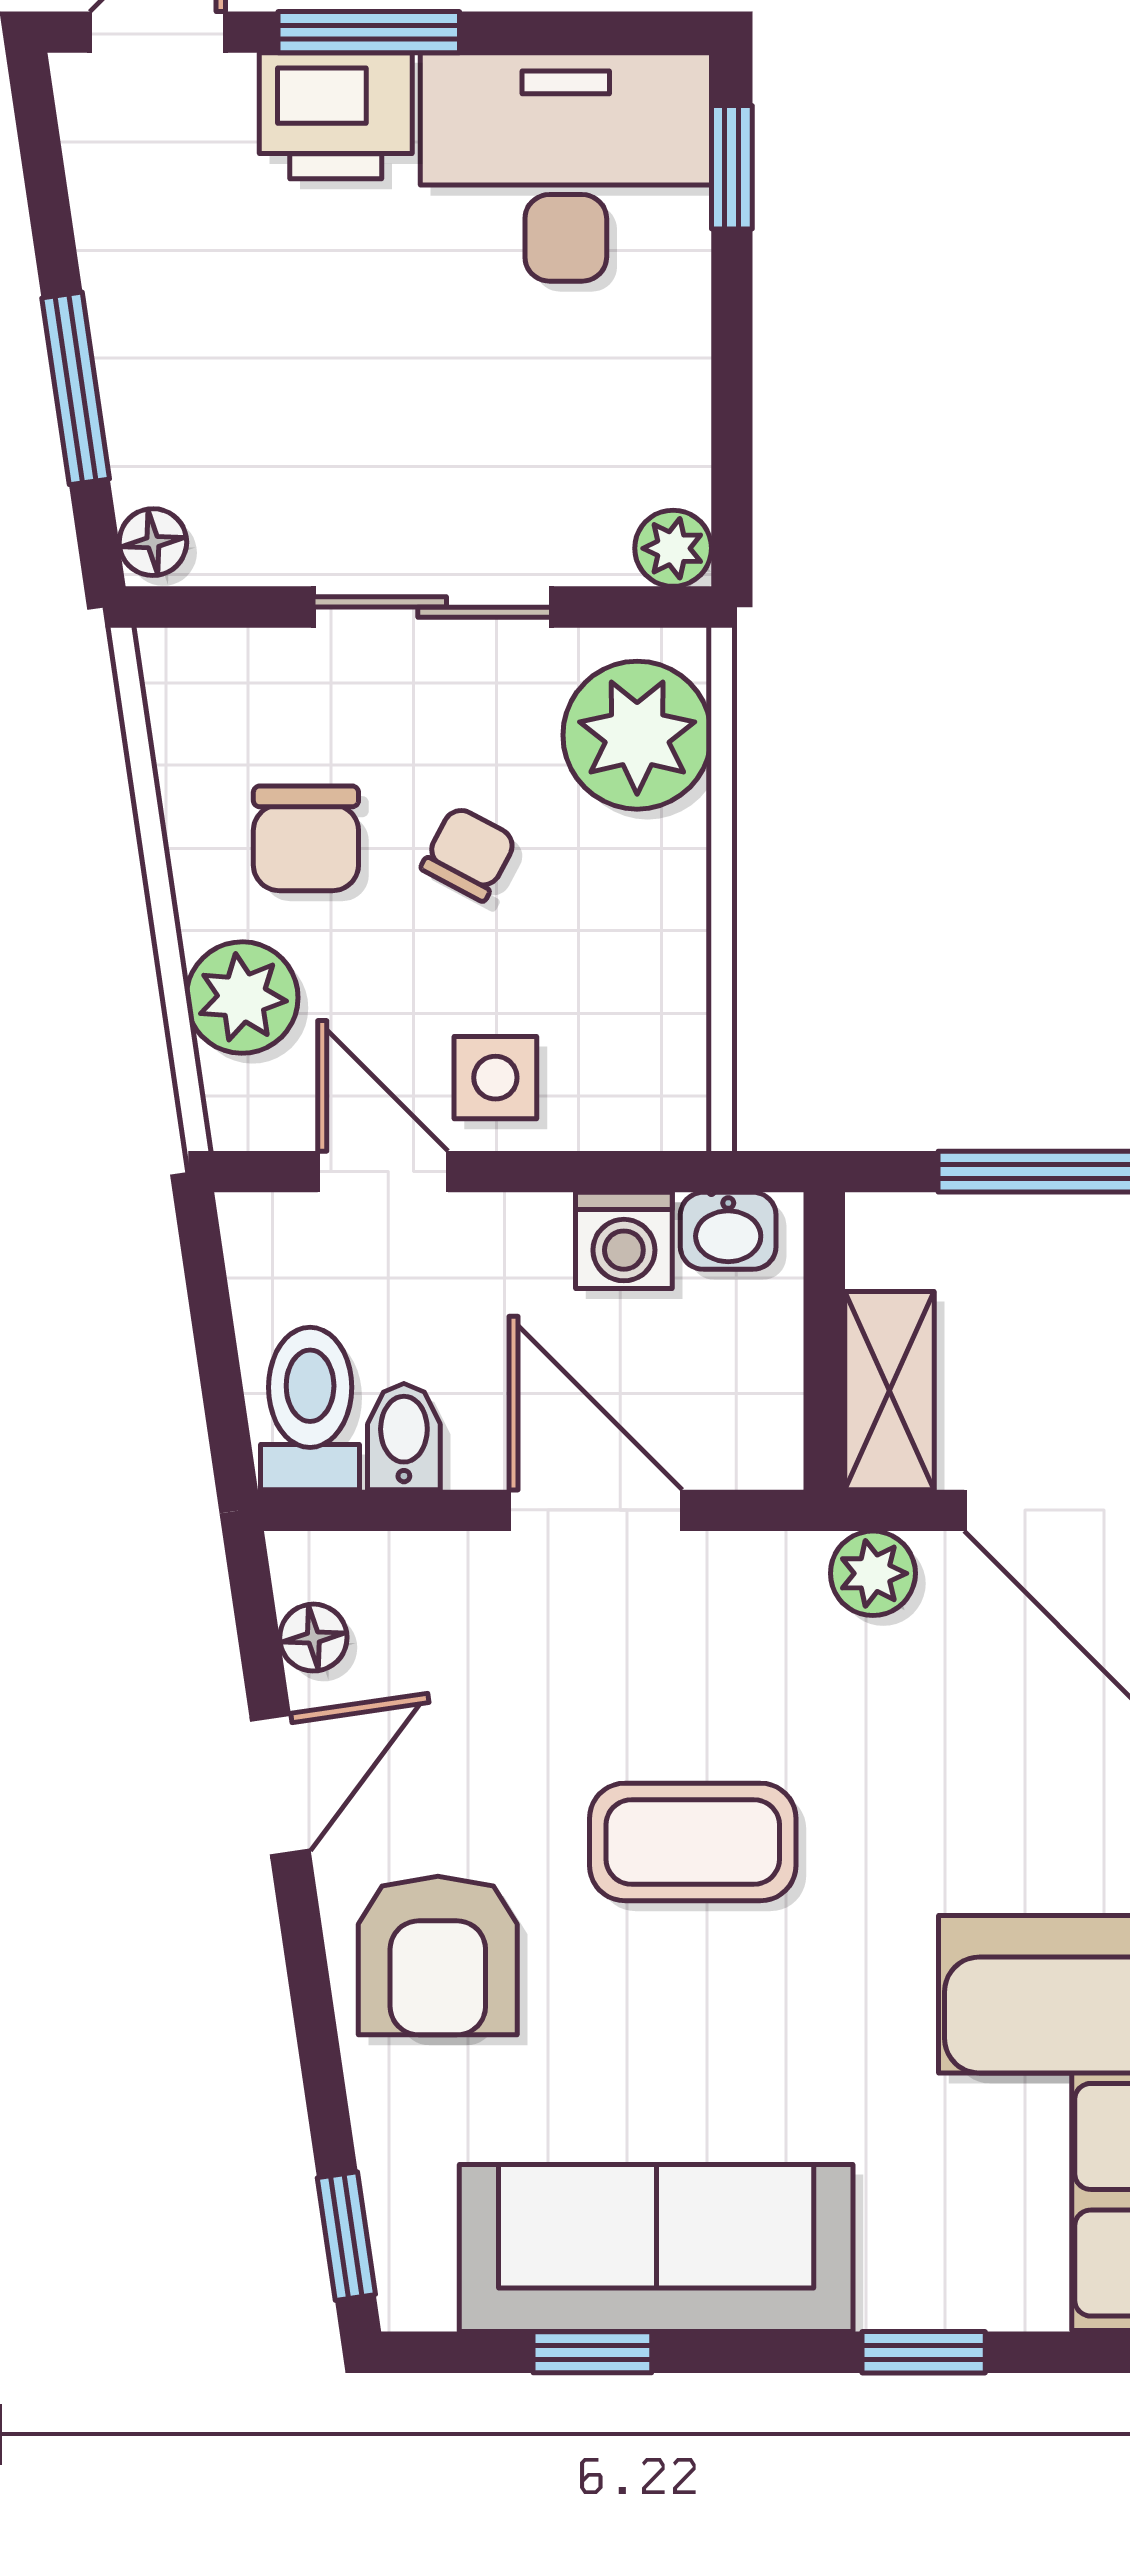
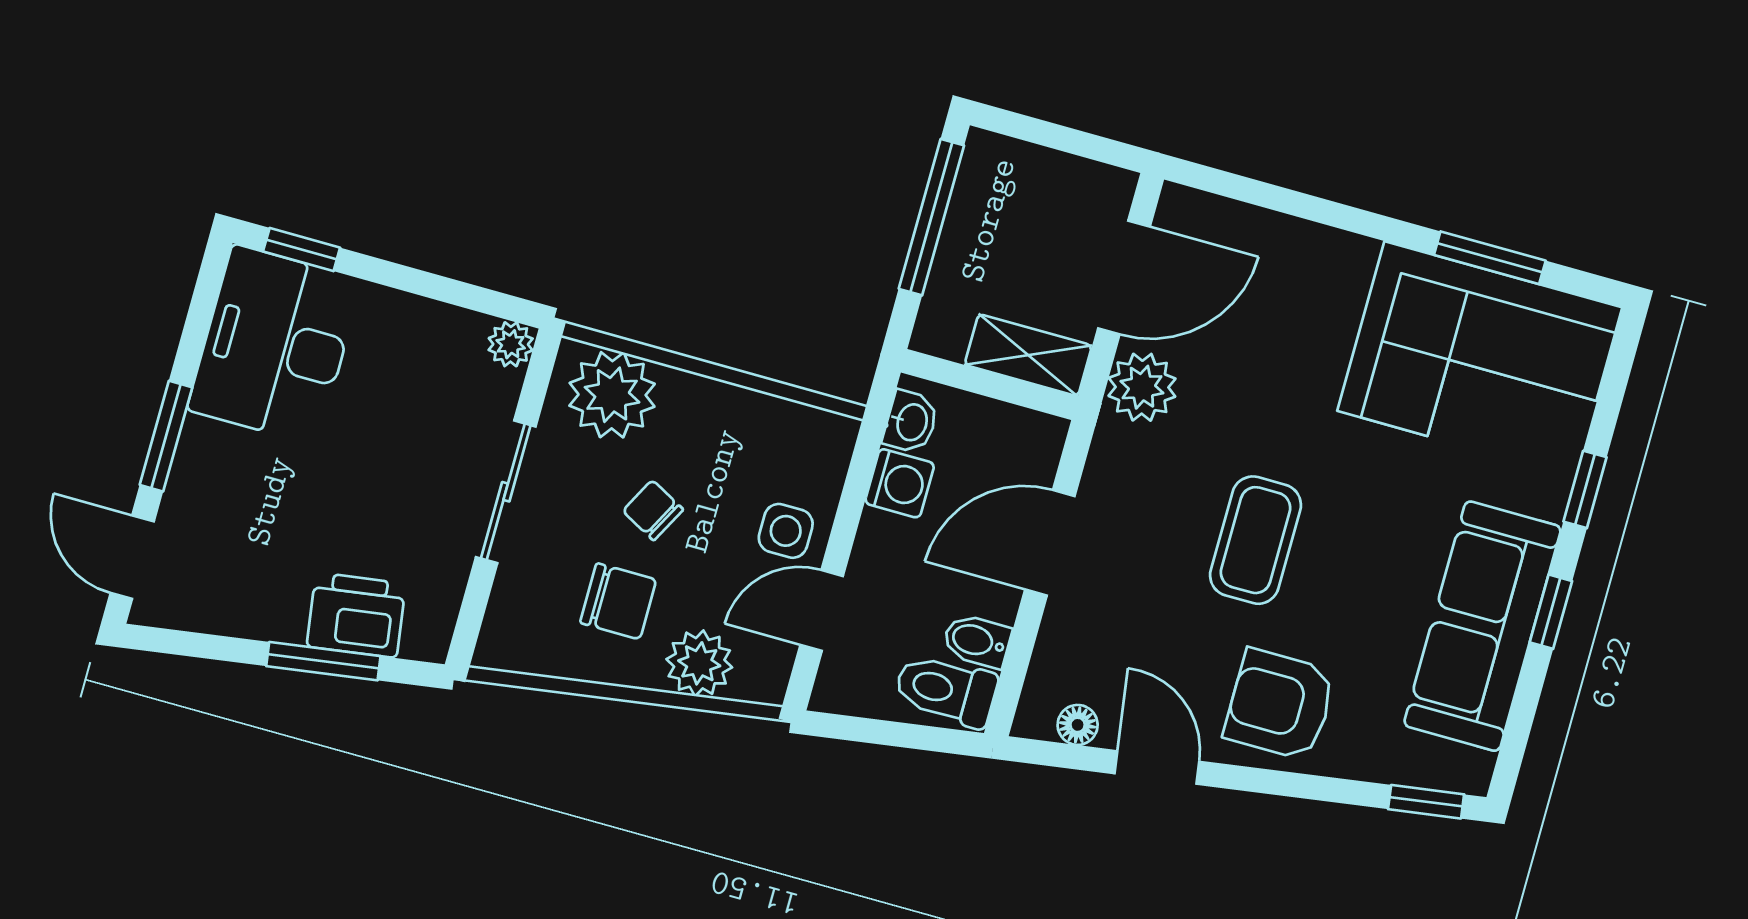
printer: (336, 116) -> (356, 615), moved, turned -98
floor lamp: (153, 542) -> (424, 642), removed
plant: (873, 1573) -> (1142, 387), width x1.38, depth x1.38
armchair: (438, 1956) -> (1280, 704), turned 180
window: (592, 2352) -> (1551, 612), moved

